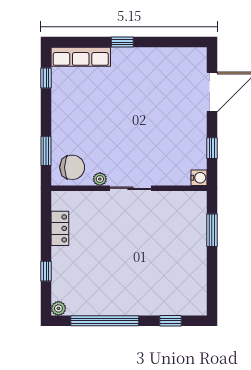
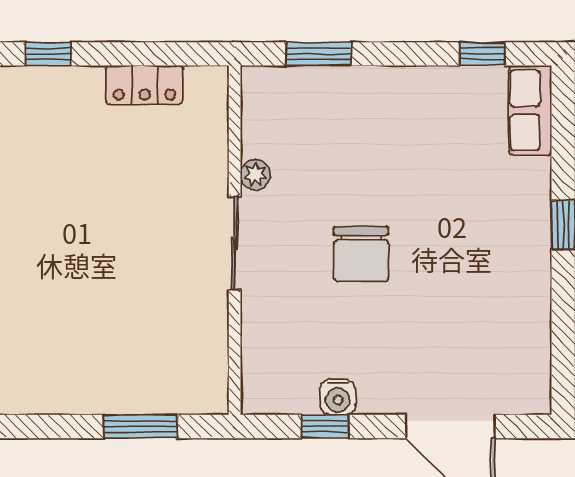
row of seats: (81, 57) -> (530, 110), width x0.68
chair: (72, 167) -> (361, 254), moved
water cooler: (199, 178) -> (338, 397), moved

